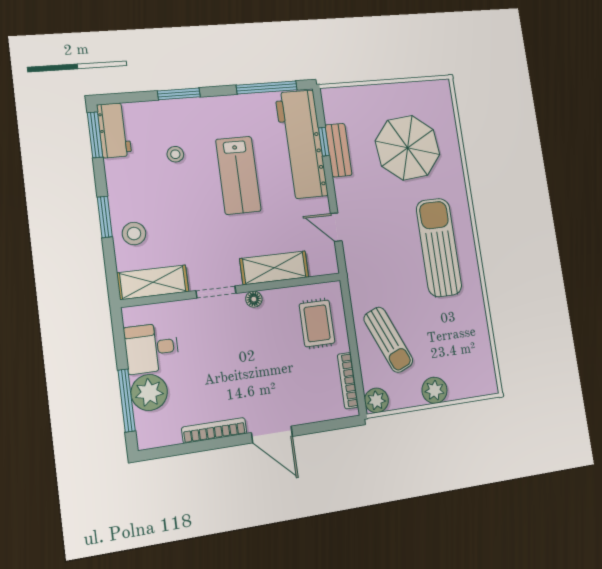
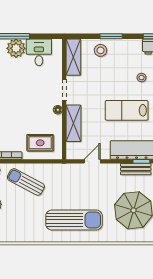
sun lounger: (388, 340) -> (26, 182), turned 51

